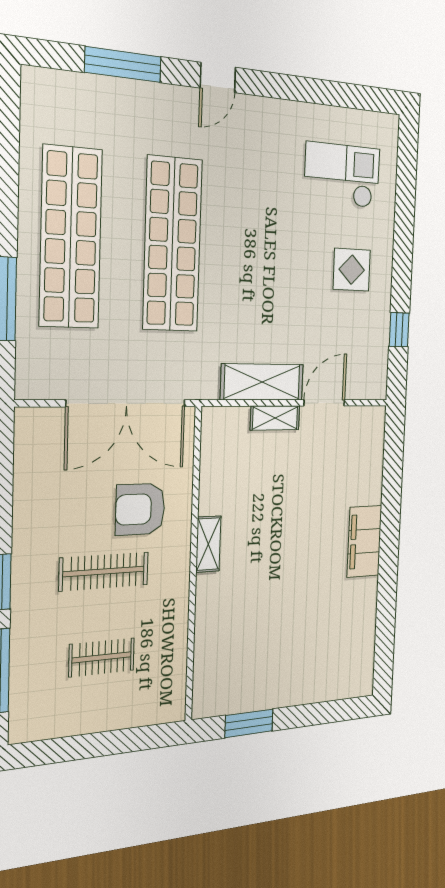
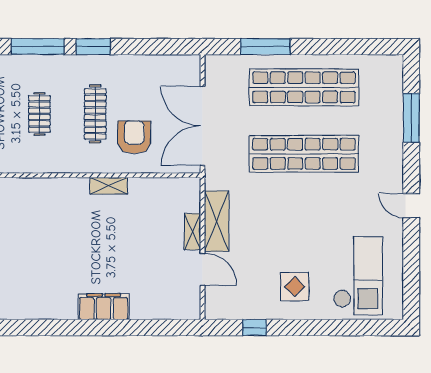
door: (218, 78) -> (411, 206), moved
checkout: (342, 175) -> (358, 276), width x1.36, depth x1.21

